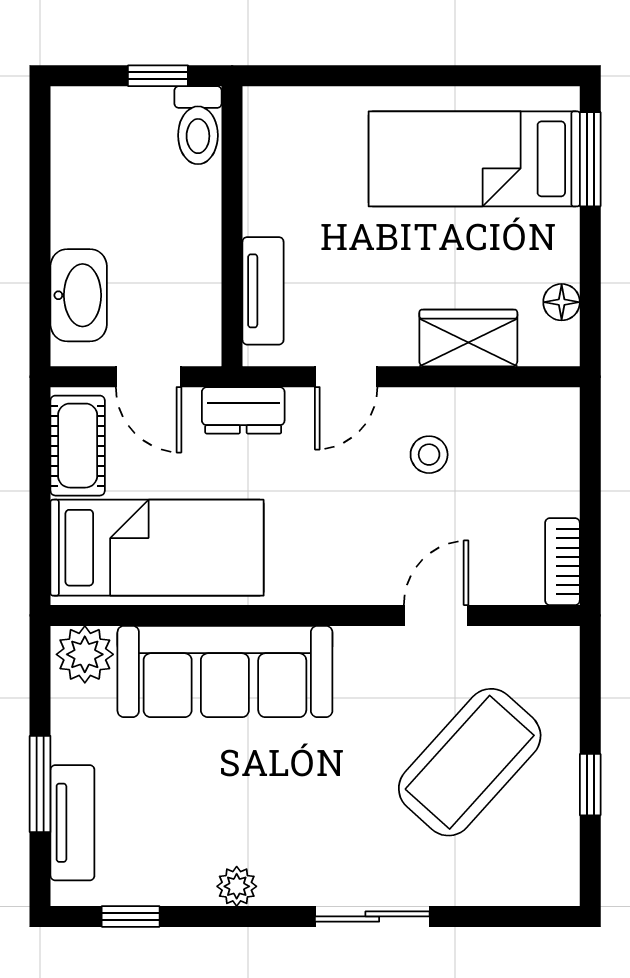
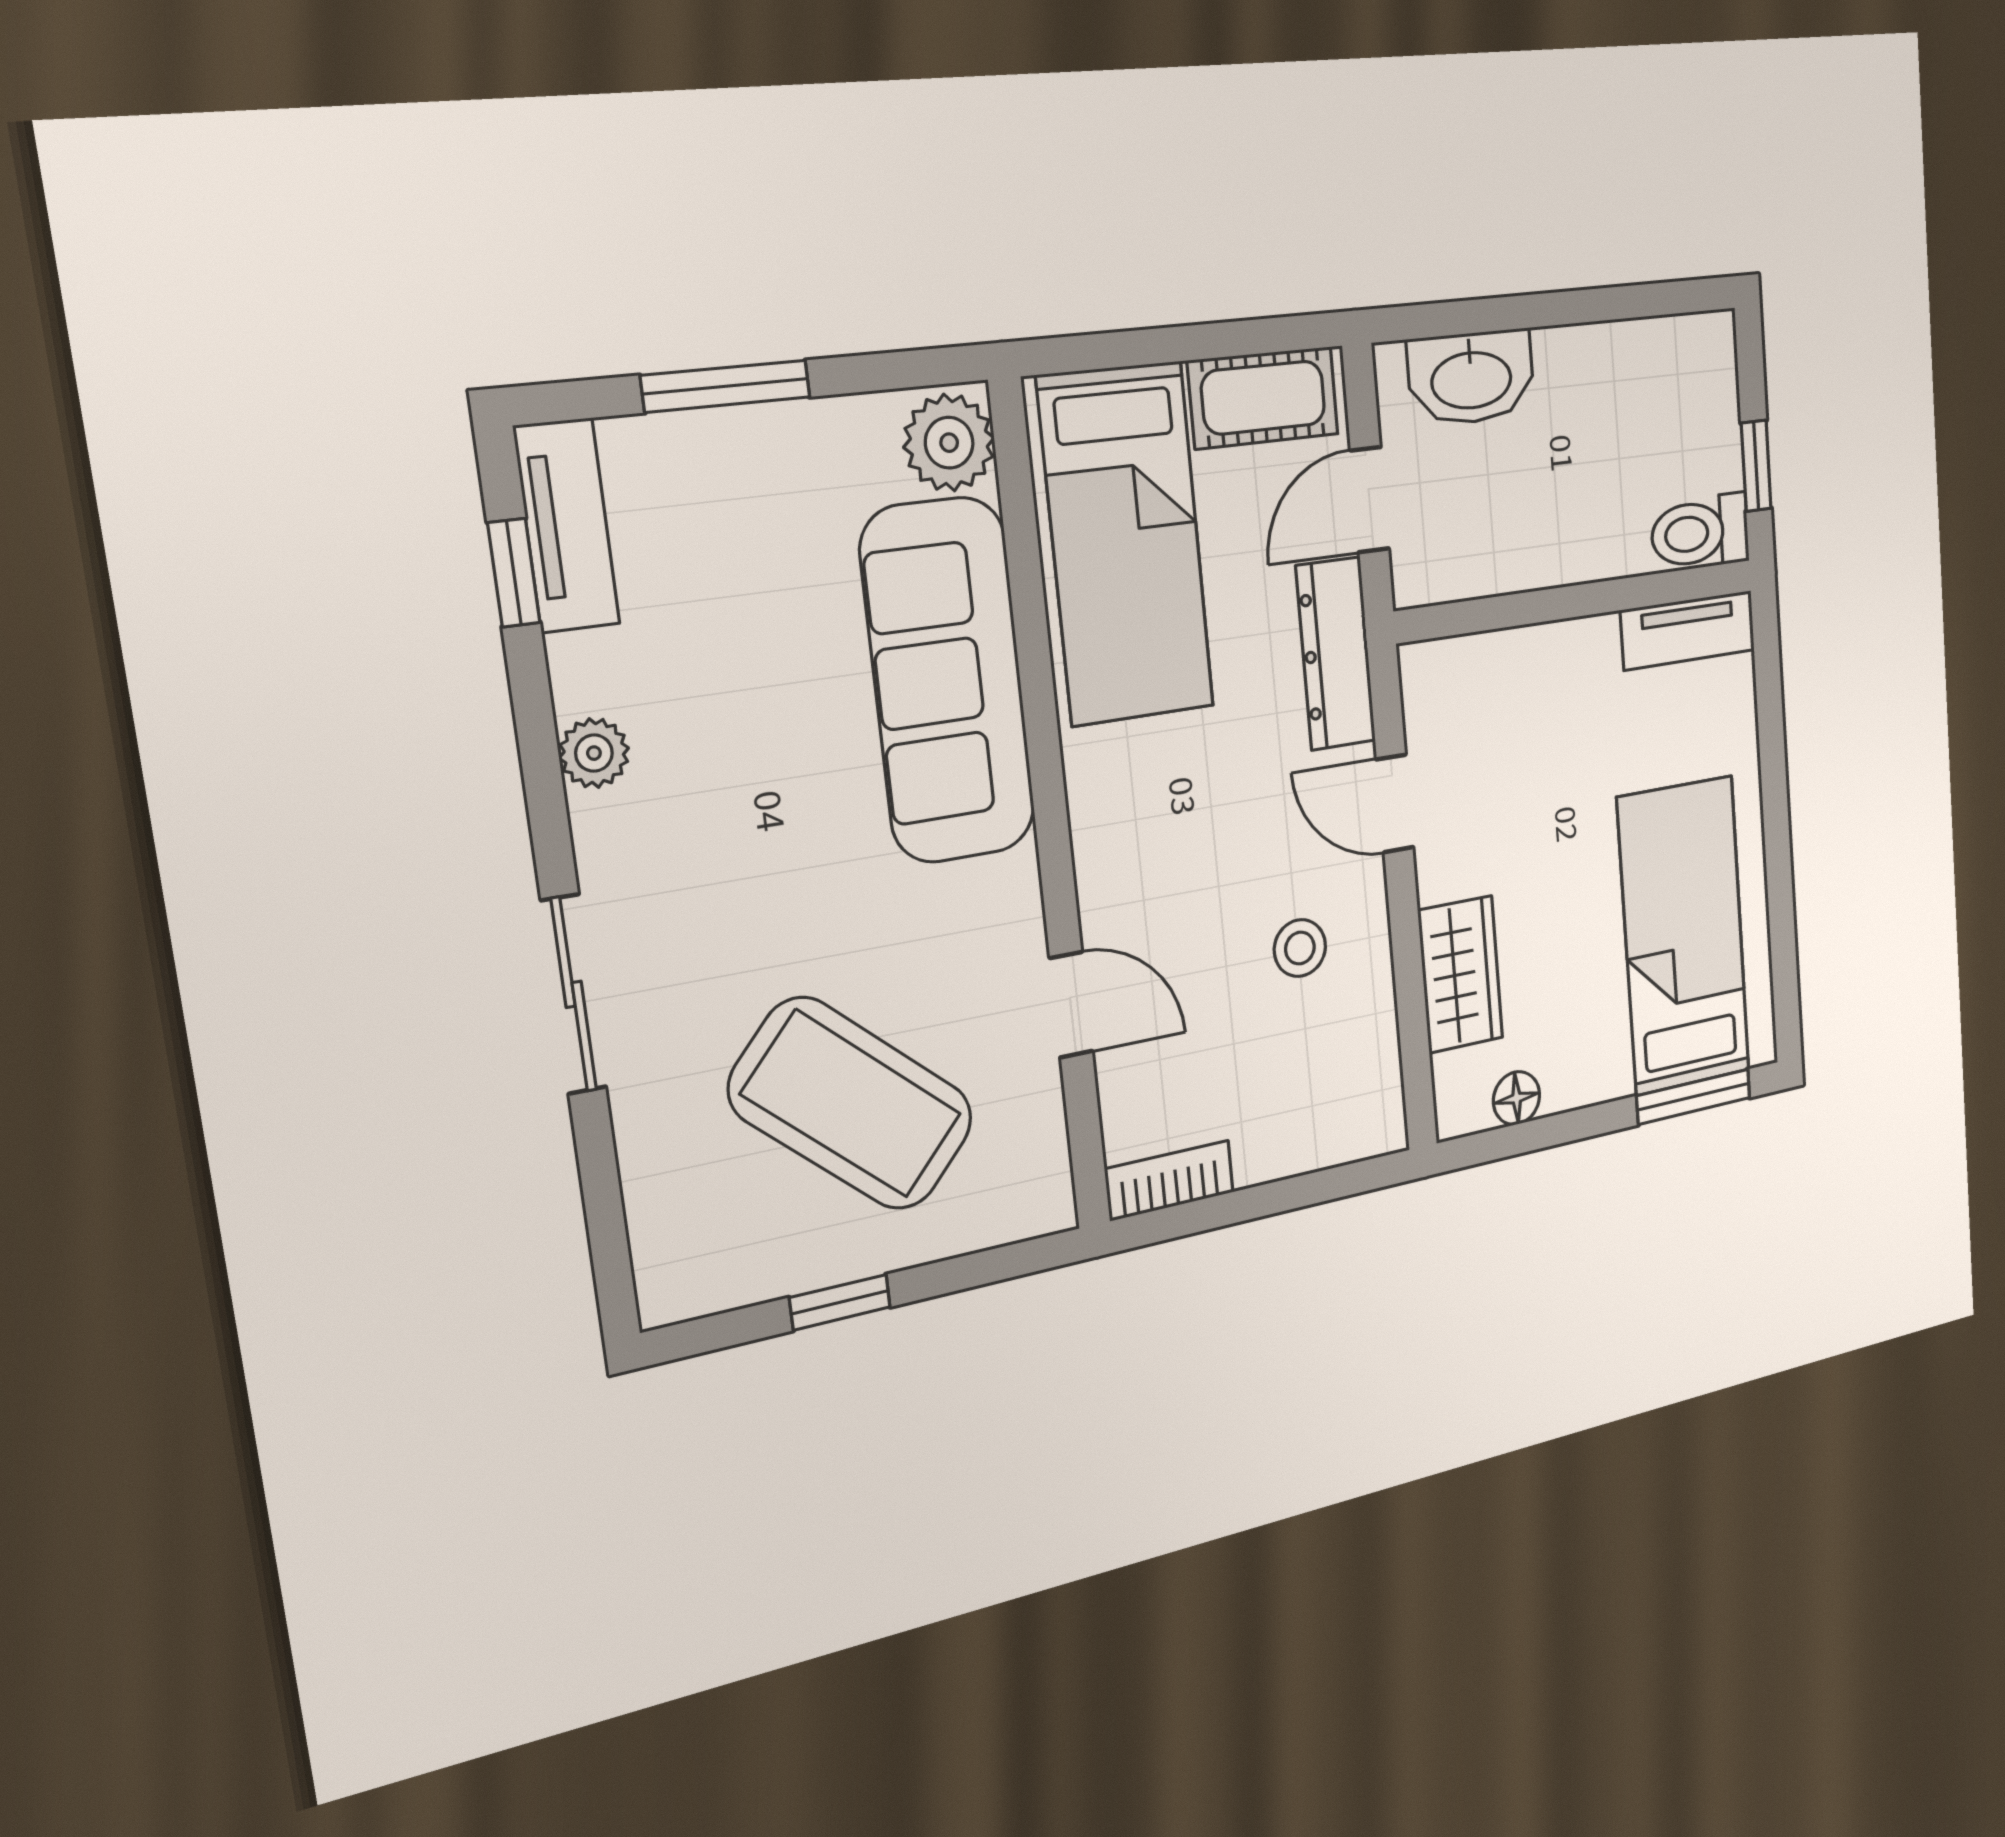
tv unit: (263, 291) -> (1688, 630), moved
dresser: (243, 410) -> (1336, 654), width x1.44
tv unit: (72, 823) -> (567, 526), moved, turned -90

